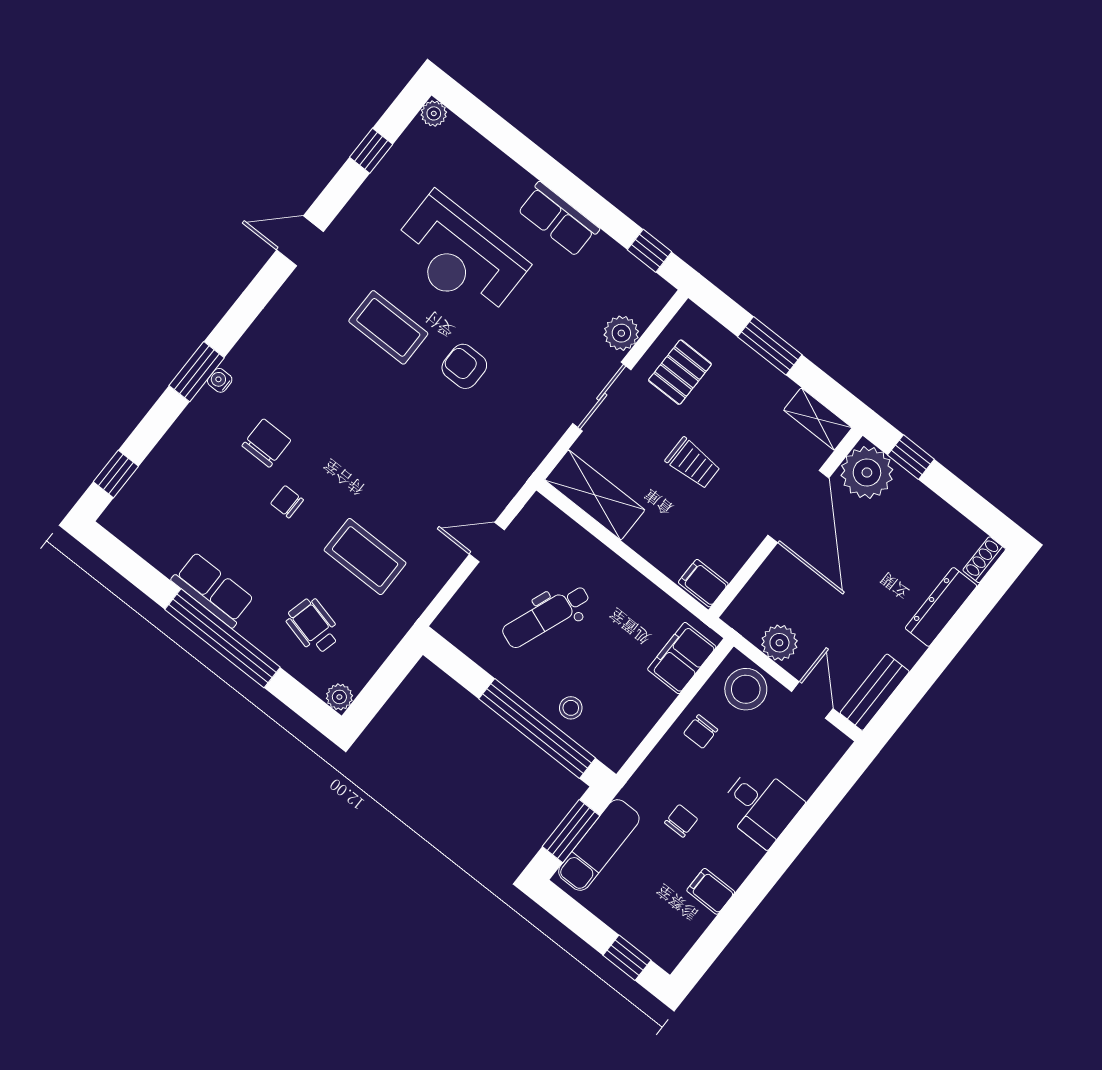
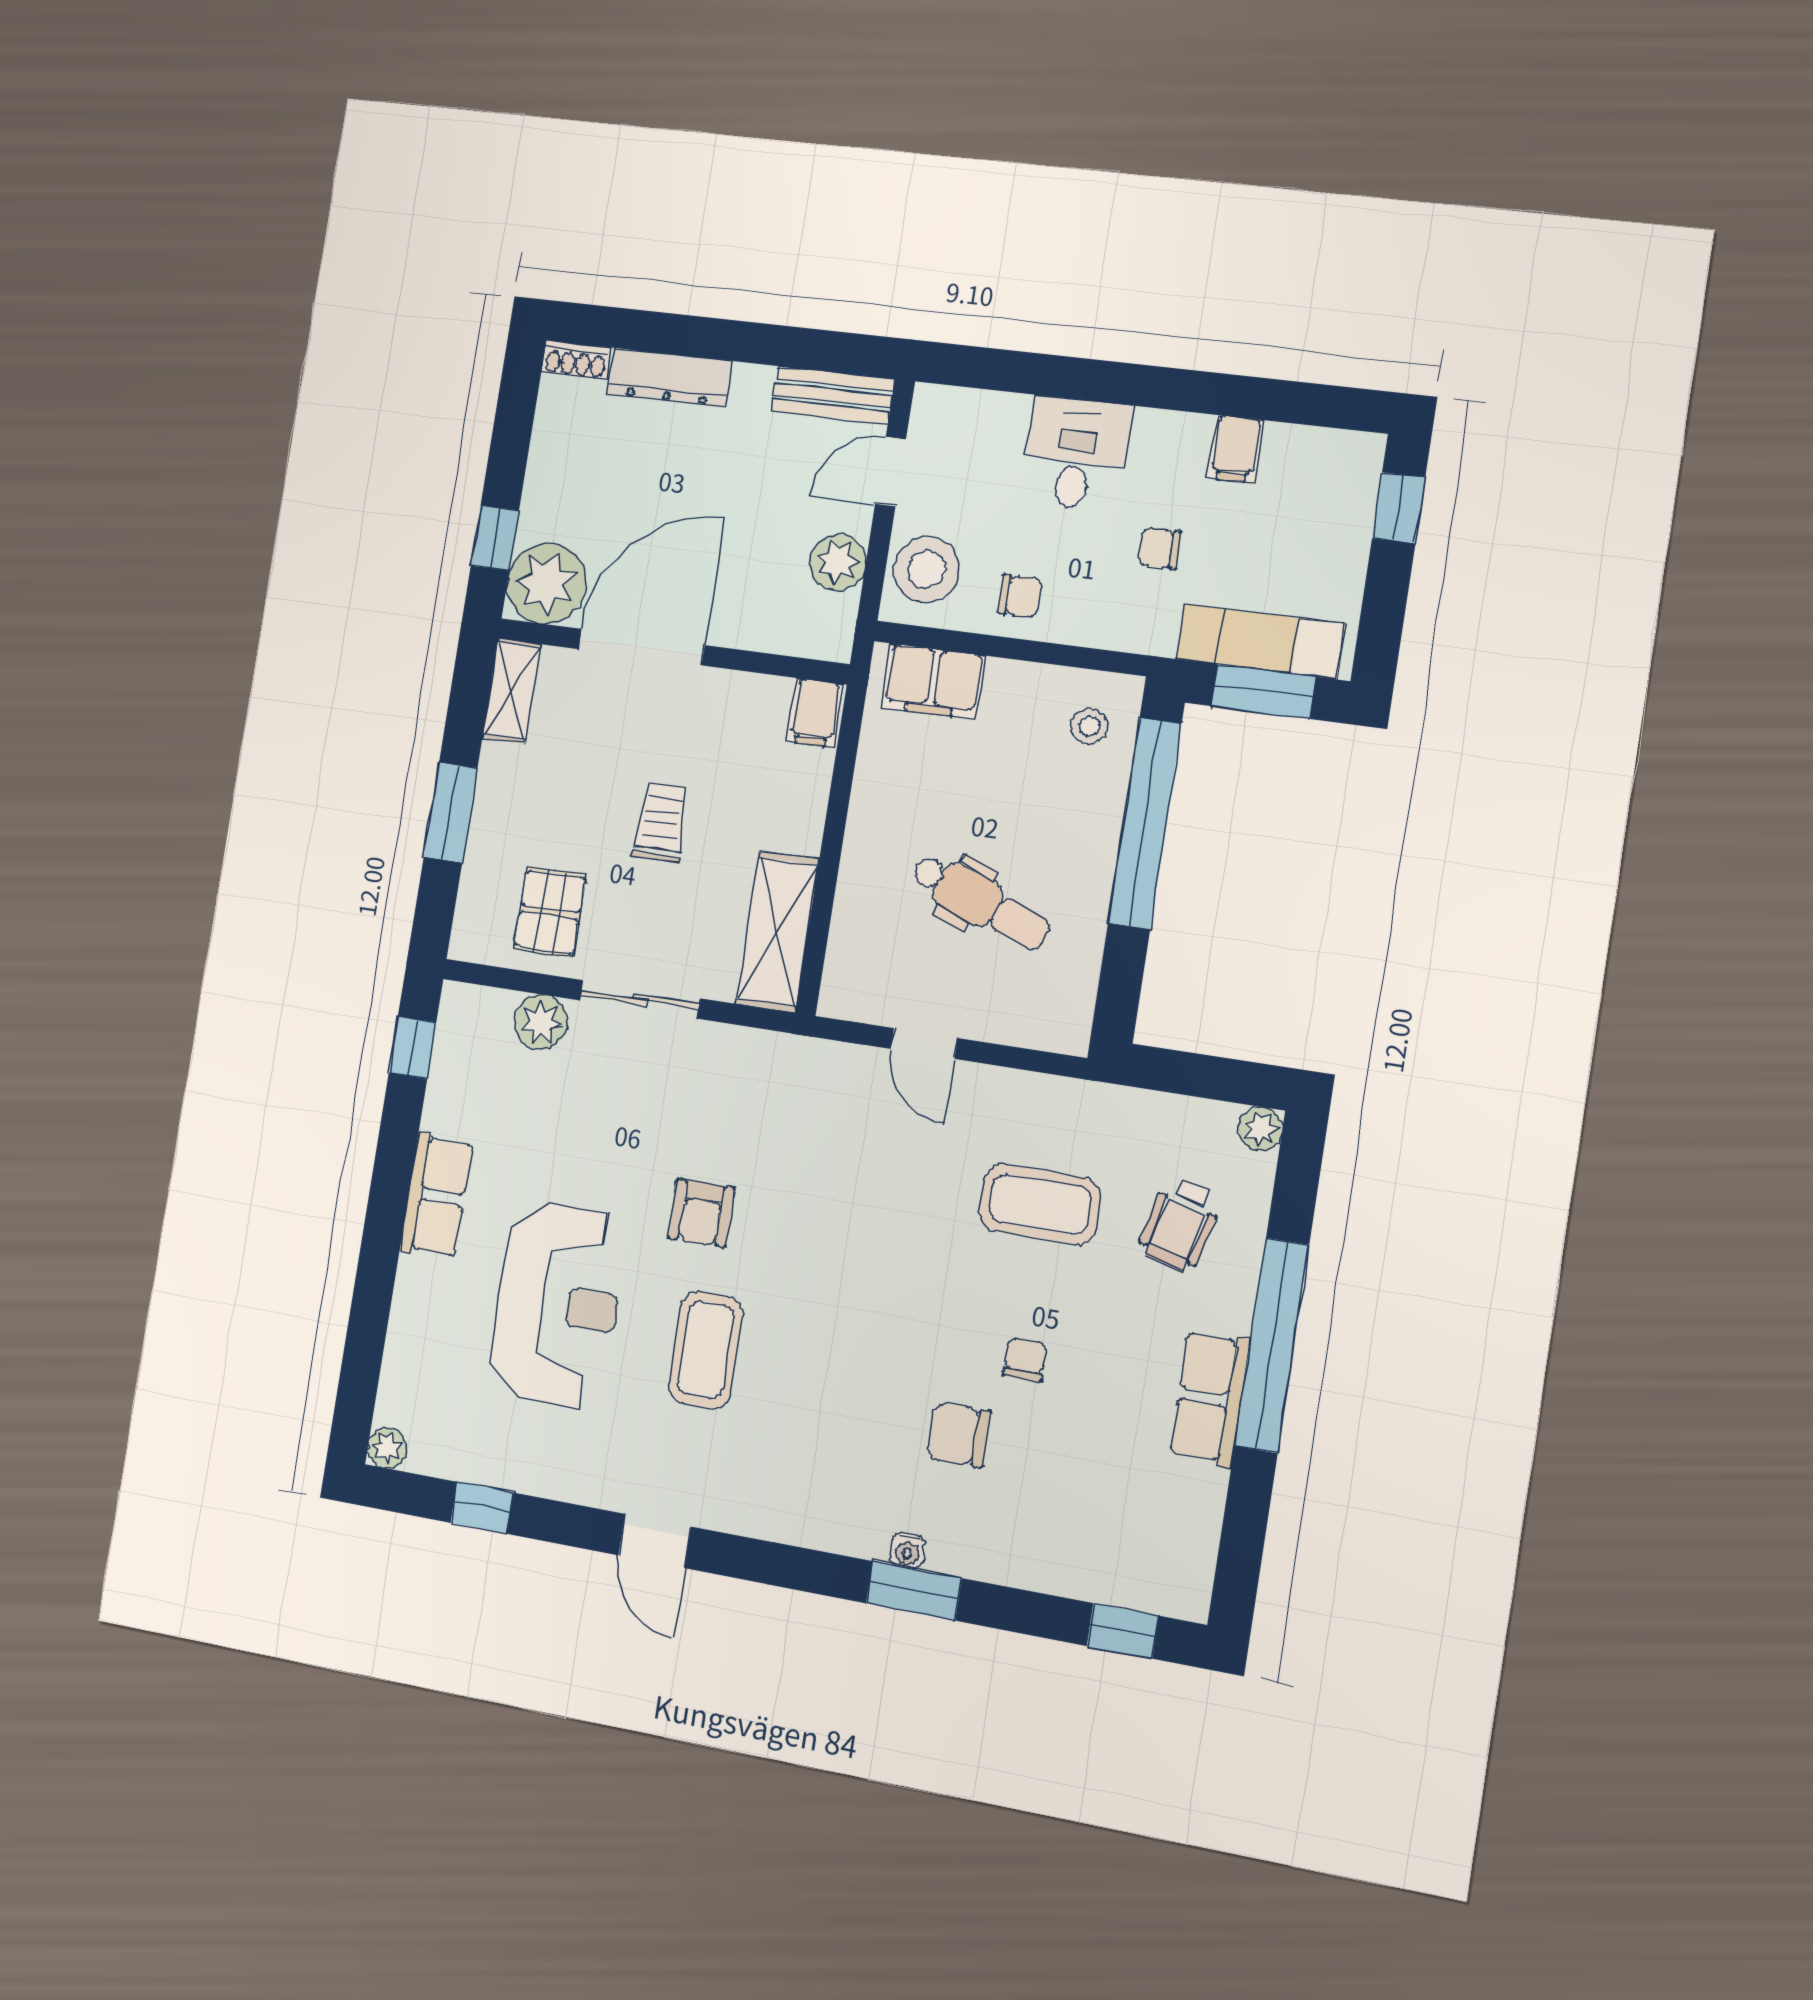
pallet: (680, 372) -> (550, 912), turned 90
chair: (287, 502) -> (1025, 1359), turned 180
coffee table: (365, 557) -> (1040, 1204), turned 90
stool: (571, 708) -> (1089, 726), moved

